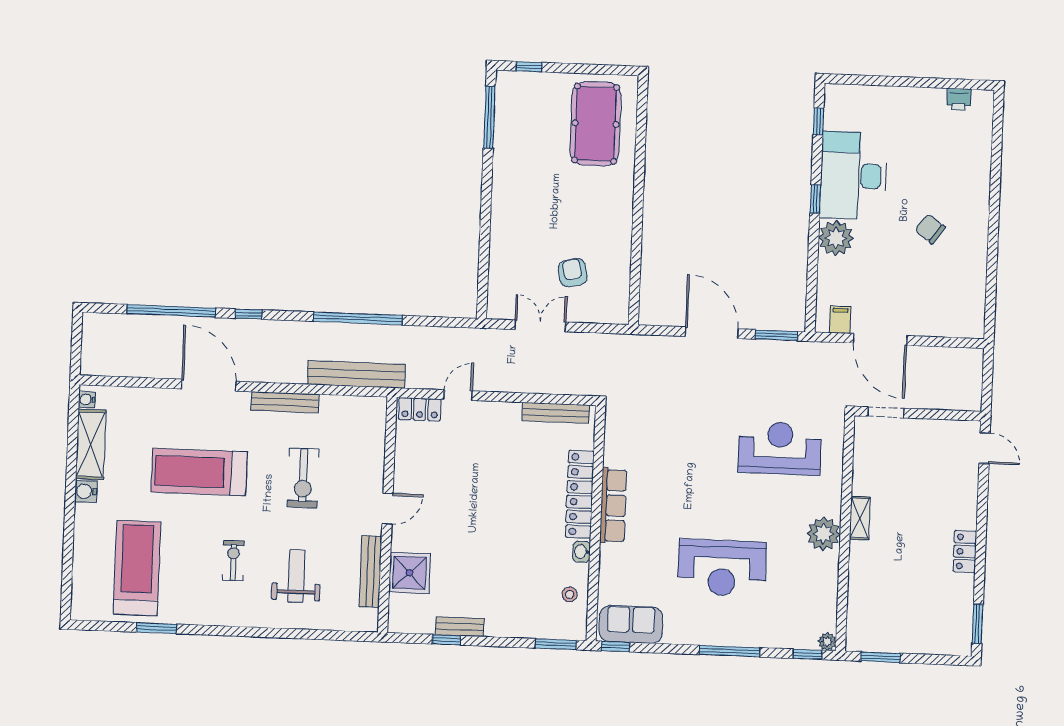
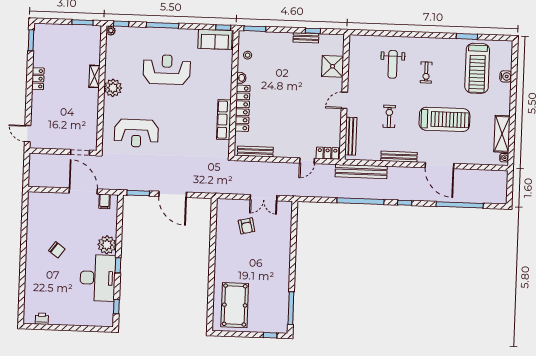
window: (249, 314) -> (405, 203), moved
exercise bike: (303, 478) -> (389, 116), width x0.73, depth x0.72
water cooler: (86, 491) -> (506, 76), moved
row of seats: (613, 505) -> (224, 120), moved
shelving: (860, 518) -> (94, 76), moved
bench: (370, 572) -> (351, 136), moved

